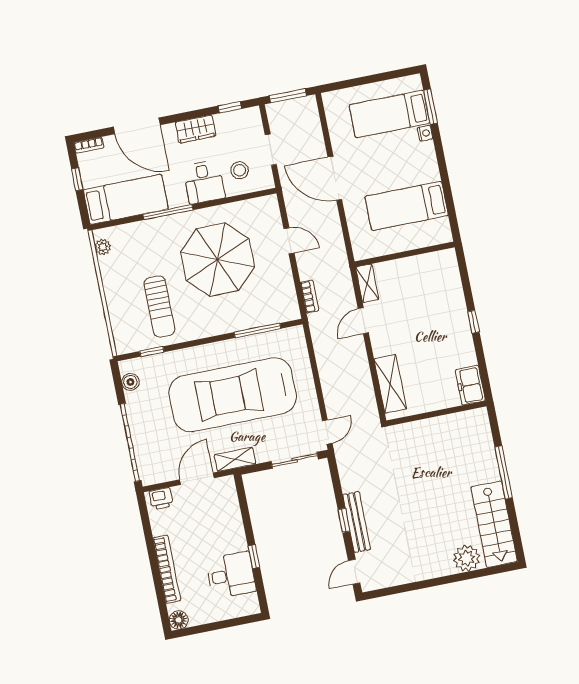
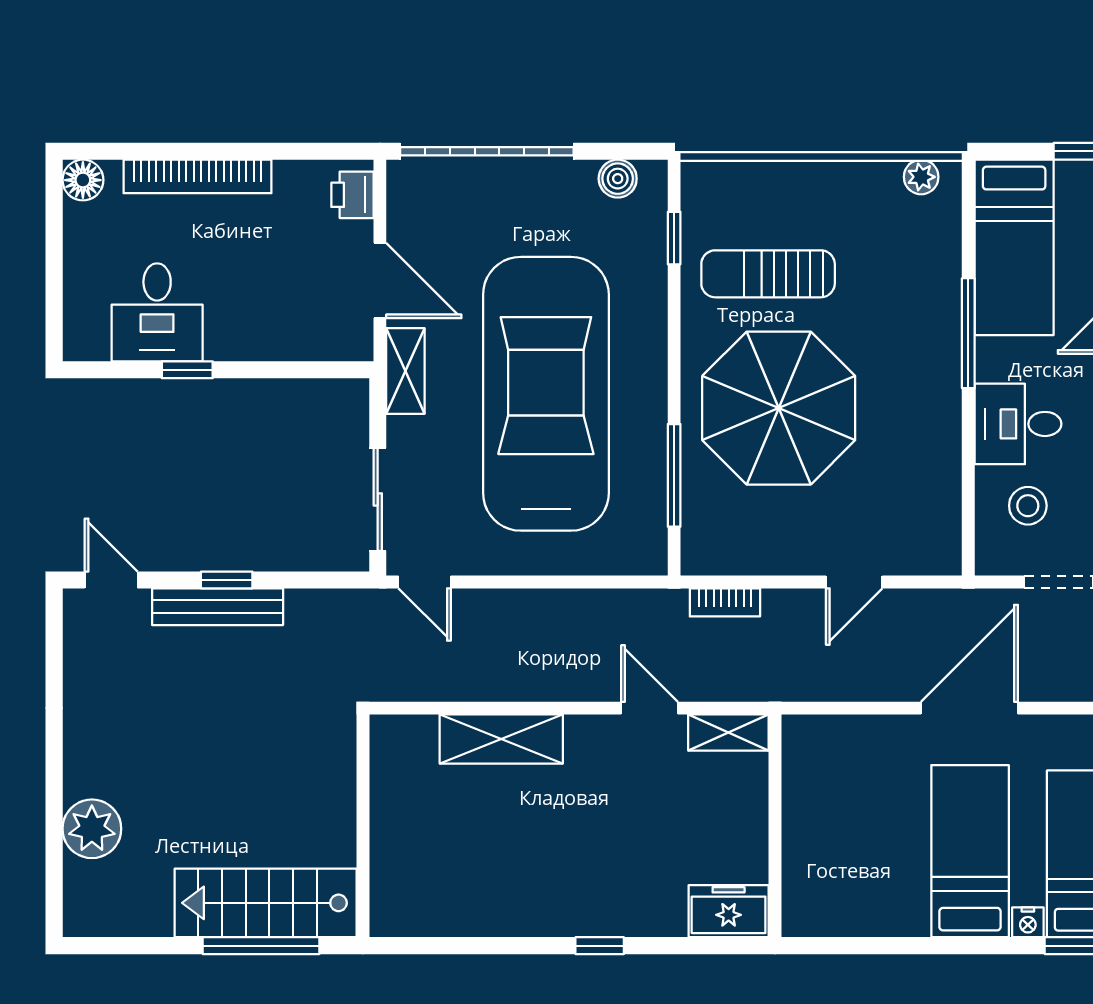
bed: (407, 206) -> (970, 851), moved
parasol: (218, 260) -> (779, 408), moved
freezer: (470, 385) -> (729, 911), moved
wall: (436, 413) -> (363, 826), moved
stairs: (494, 524) -> (266, 903), moved

